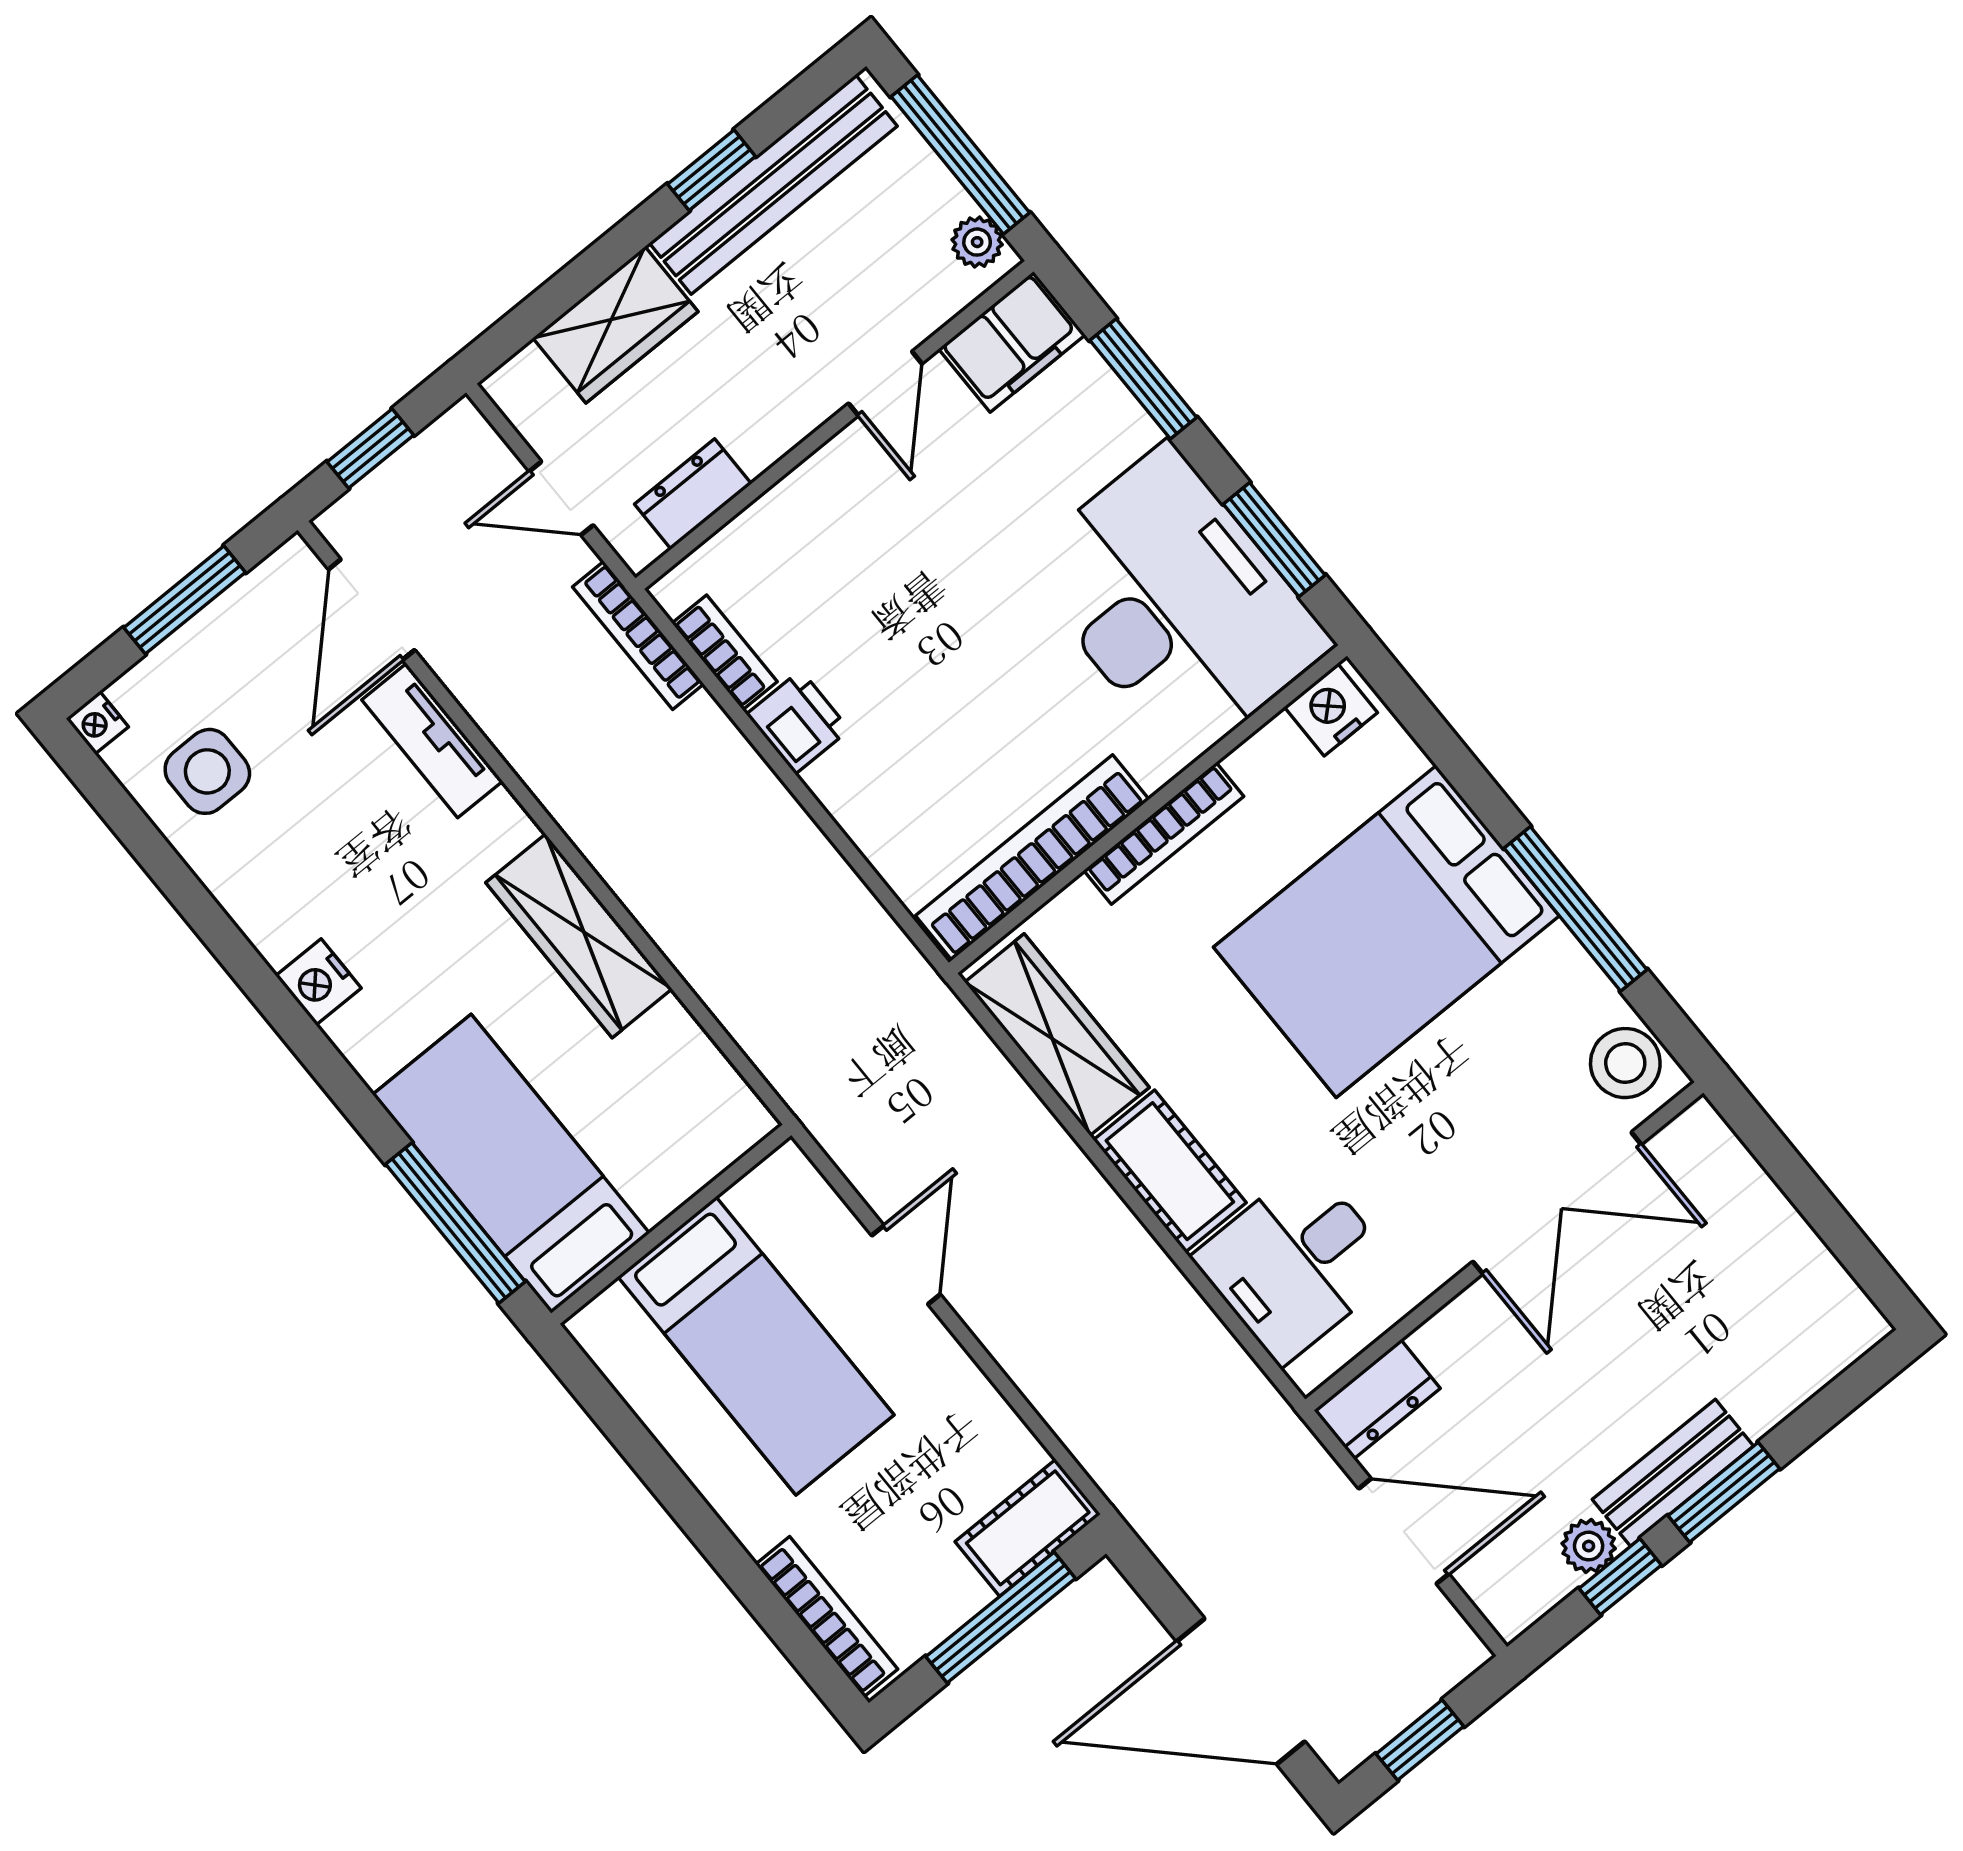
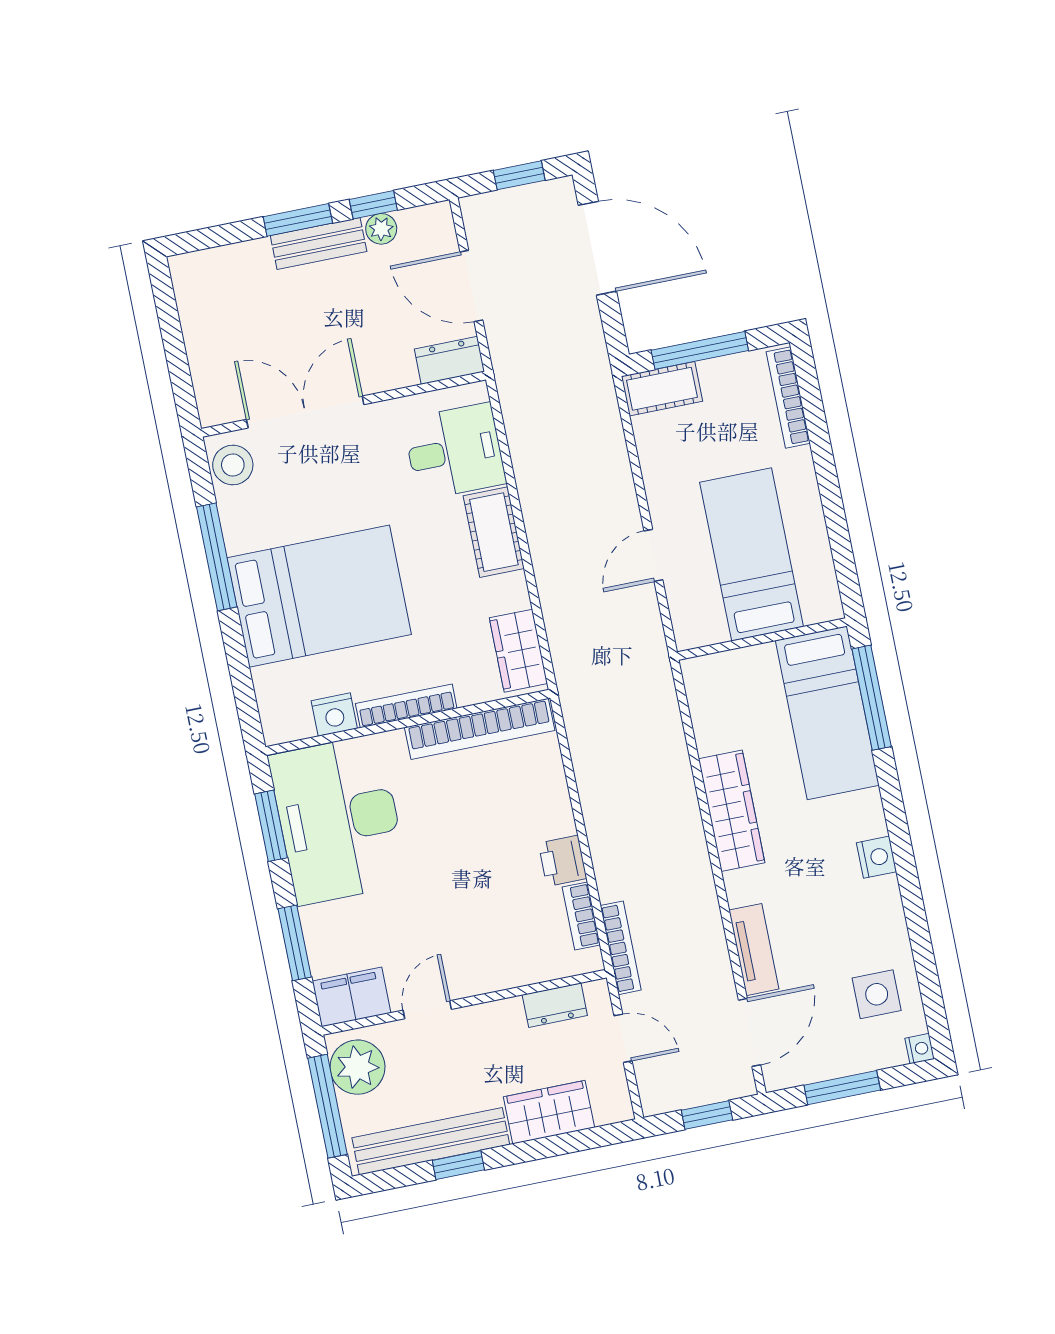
plant: (977, 242) -> (357, 1067), width x1.88, depth x1.88
nightstand: (1331, 710) -> (334, 715), moved
wardrobe: (1057, 1035) -> (518, 651), width x0.67

